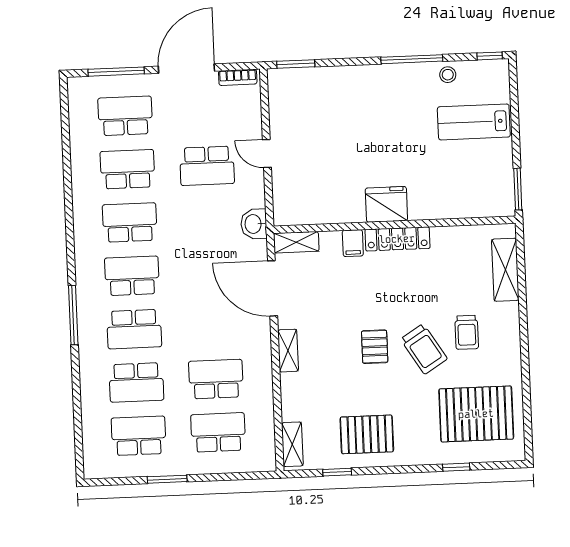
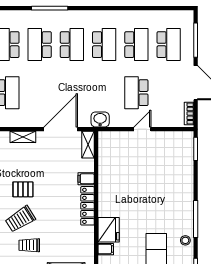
fridge: (386, 204) -> (109, 230), moved
filing cabinet: (468, 206) -> (106, 249), added

